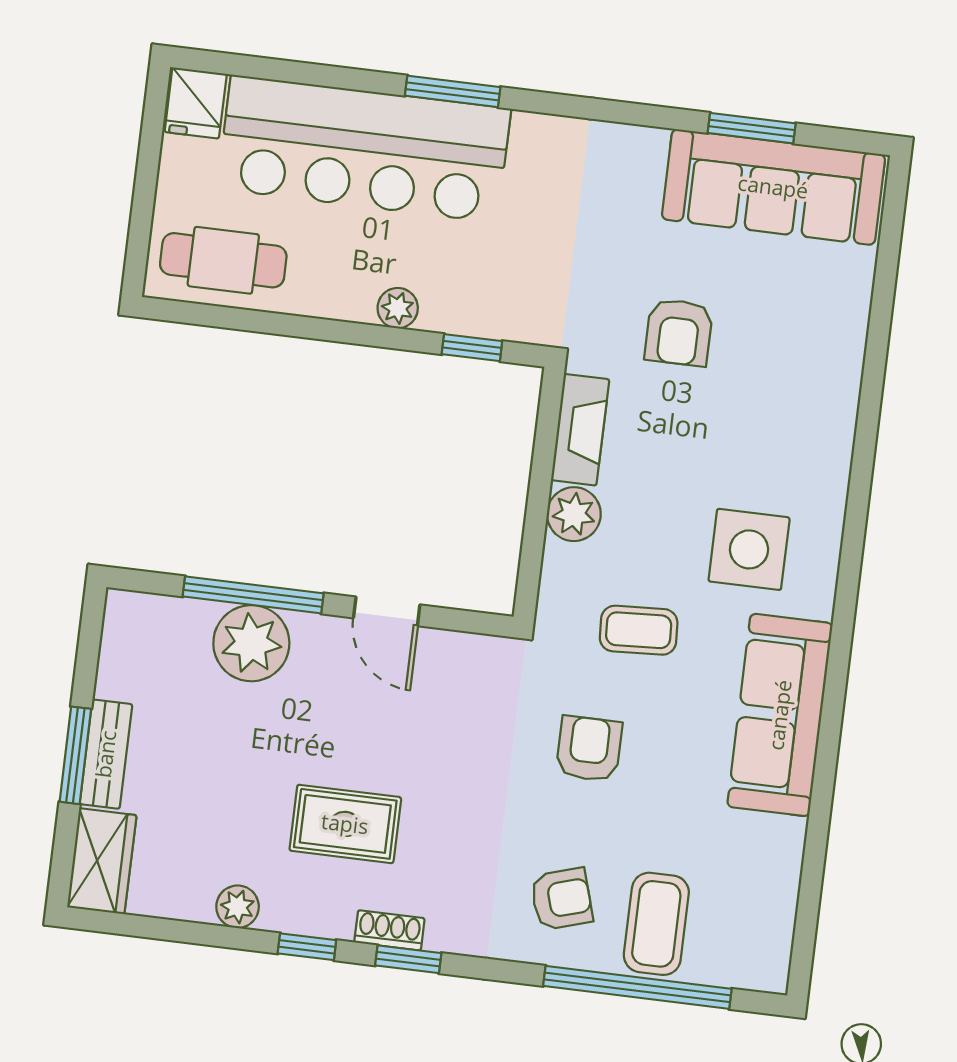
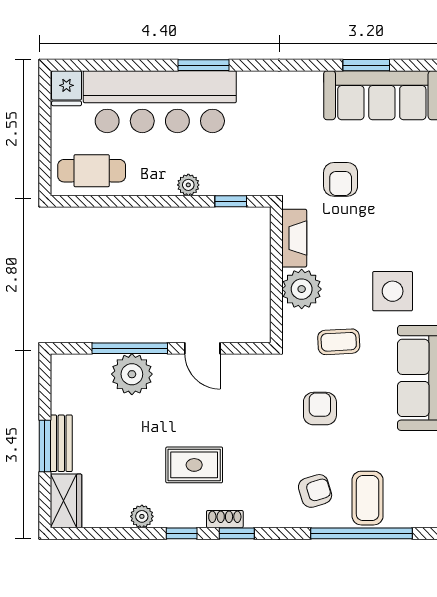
plant: (574, 514) -> (302, 289), width x1.36, depth x1.36

